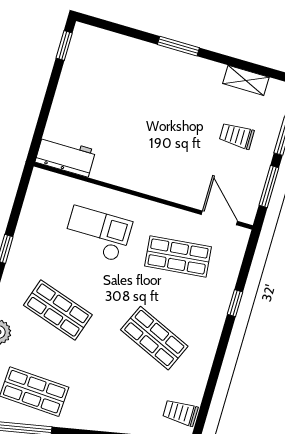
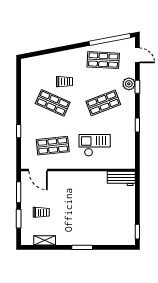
checkout: (98, 234) -> (95, 145), turned 180
shop shelf: (58, 310) -> (103, 103), turned -39
trolley: (180, 413) -> (65, 82), moved

